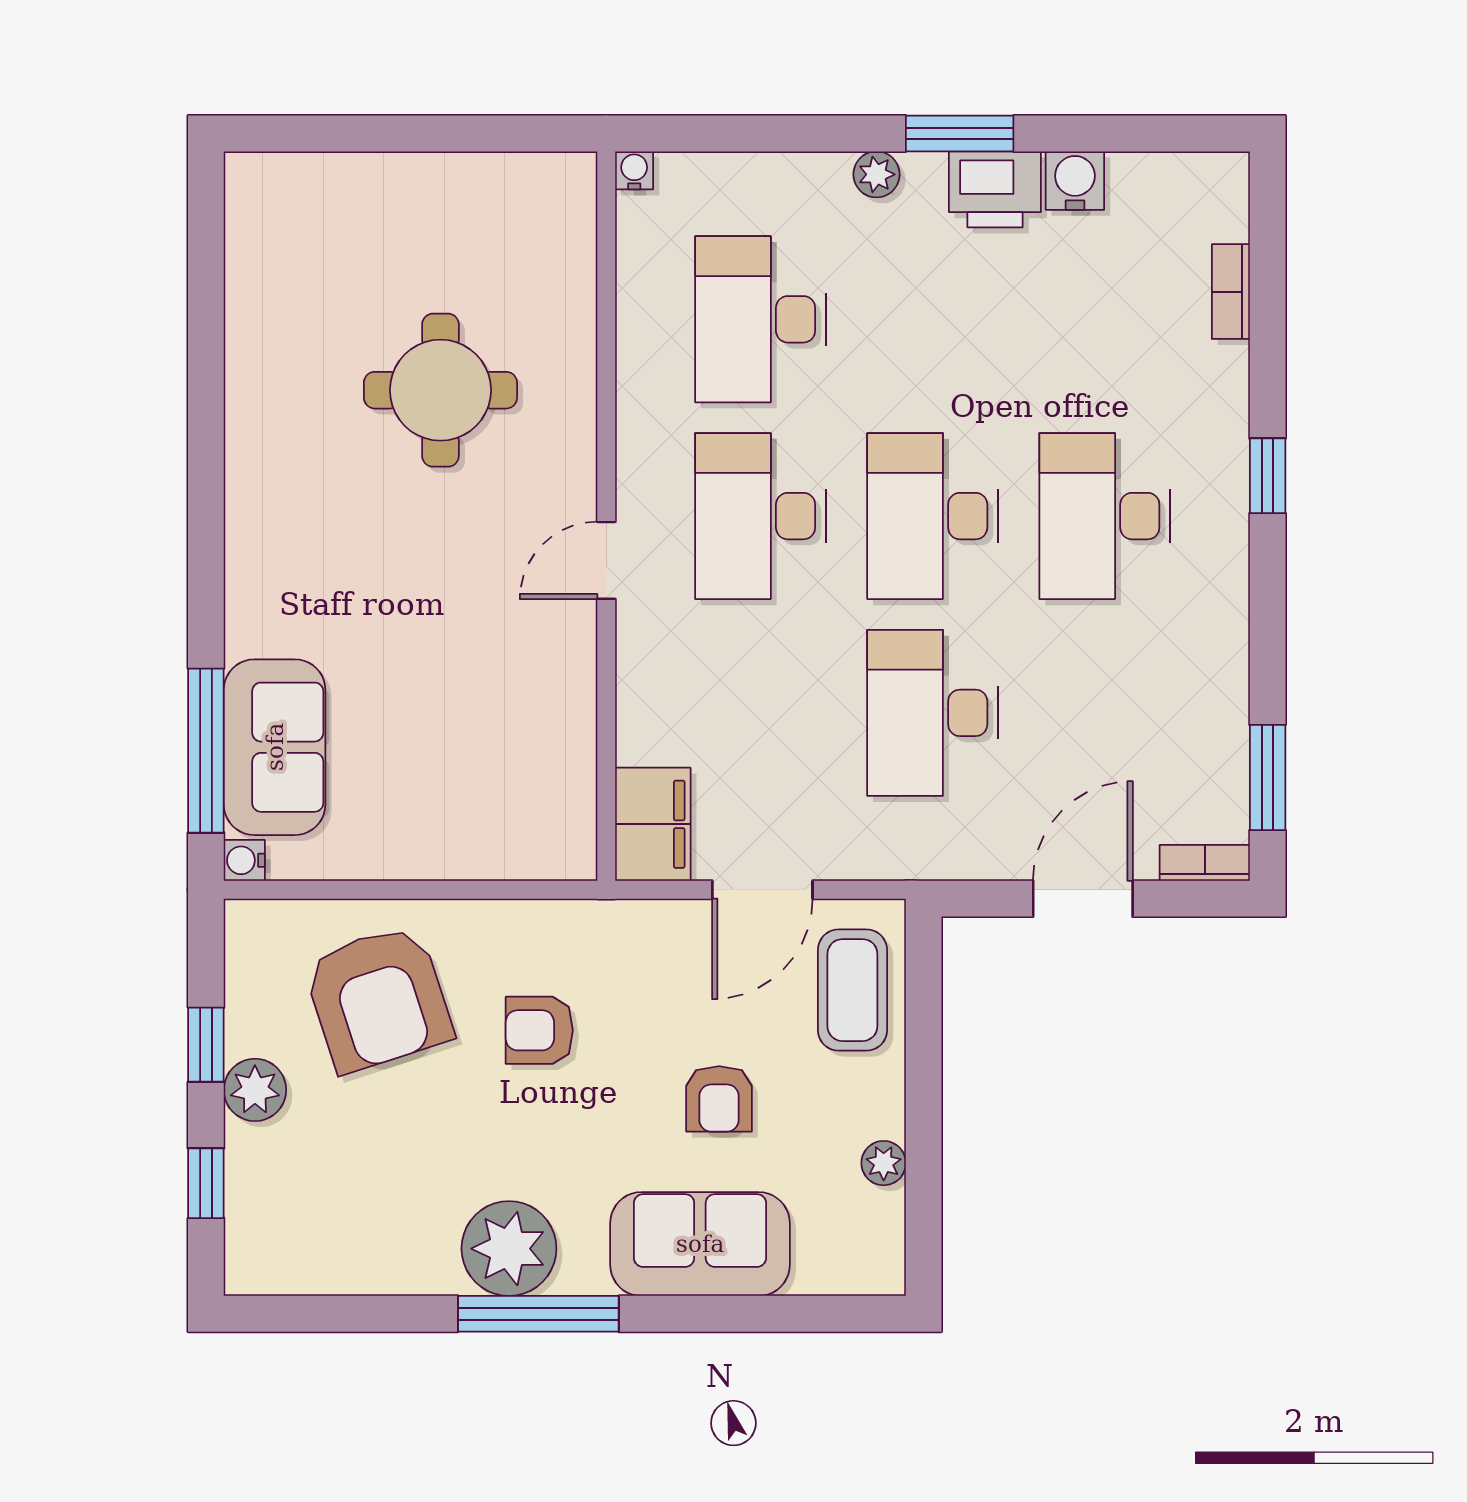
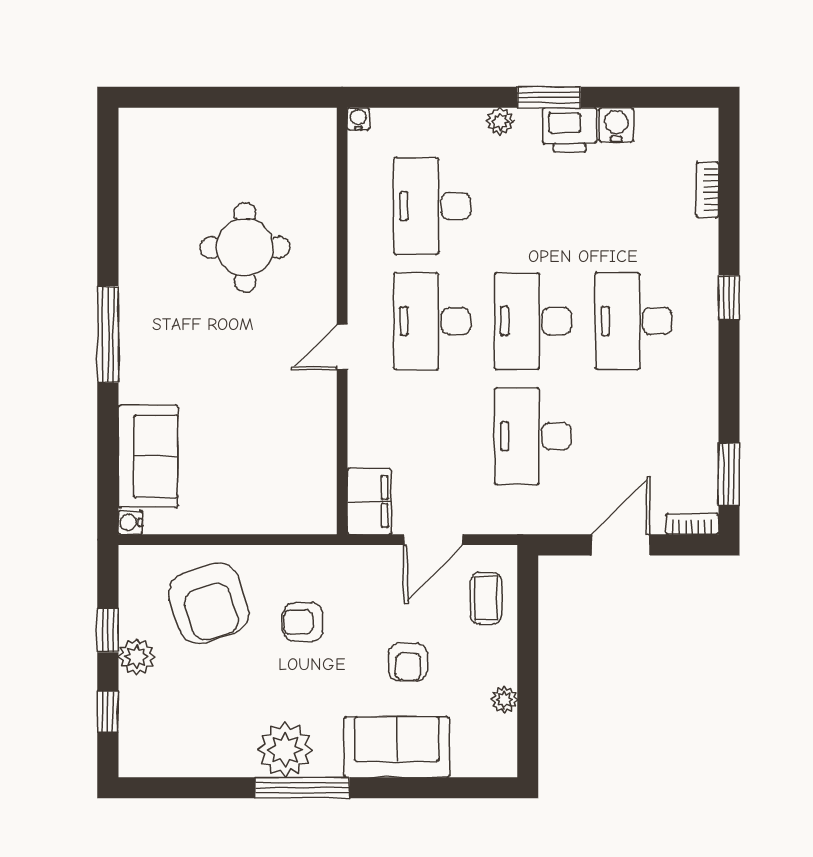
window: (206, 751) -> (108, 334), moved
coffee table: (852, 990) -> (486, 598), width x0.73, depth x0.77

